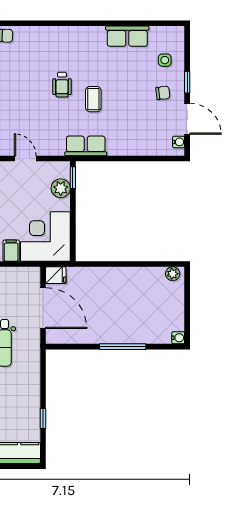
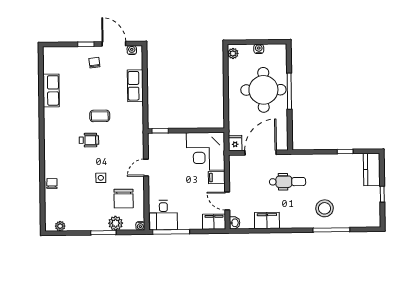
side table: (165, 60) -> (101, 178), moved
door: (187, 119) -> (114, 44), hinge flipped
row of seats: (86, 146) -> (135, 86), moved
plant: (61, 188) -> (168, 140), removed
round table: (125, 313) -> (263, 90), added
water cooler: (178, 338) -> (259, 49), moved

